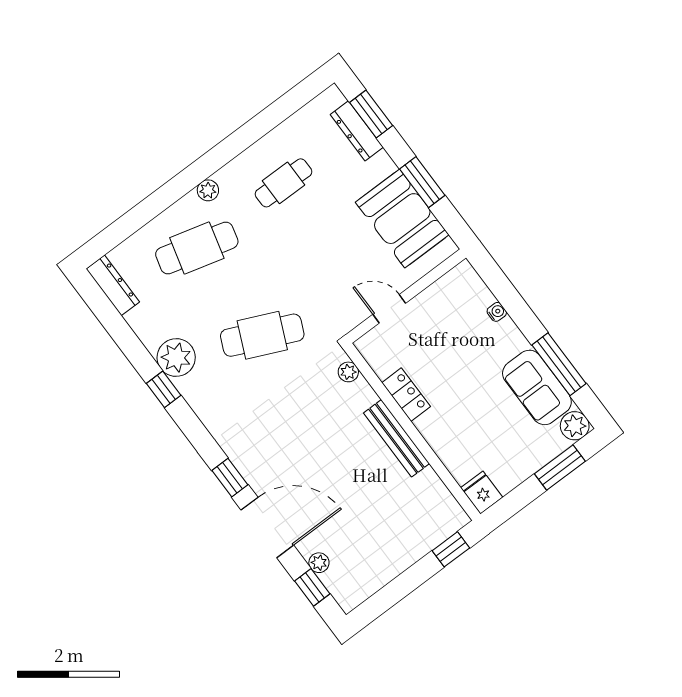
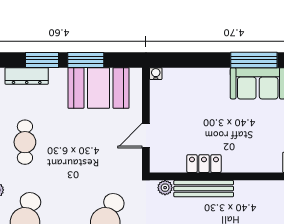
window: (371, 114) -> (42, 60), moved
water cooler: (497, 312) -> (156, 74), moved
bench: (397, 438) -> (204, 189), moved

